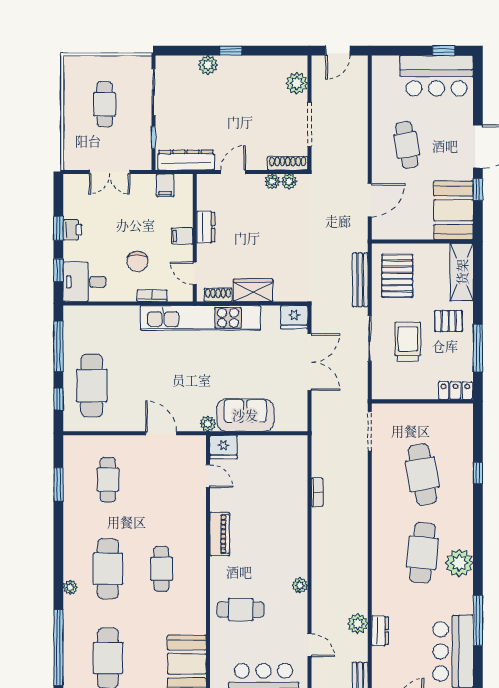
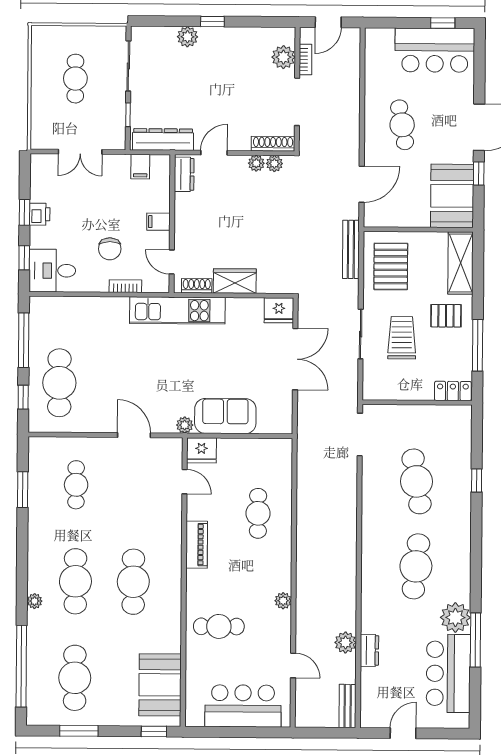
dresser: (206, 227) -> (184, 174), moved
bench: (360, 280) -> (351, 249), moved
kitchen unit: (200, 318) -> (177, 310), width x0.73
bookcase: (317, 492) -> (305, 59), moved
cafe table: (276, 505) -> (258, 513), added
plant: (459, 563) -> (455, 617), moved
cafe table: (161, 569) -> (133, 582), width x1.37, depth x1.35

